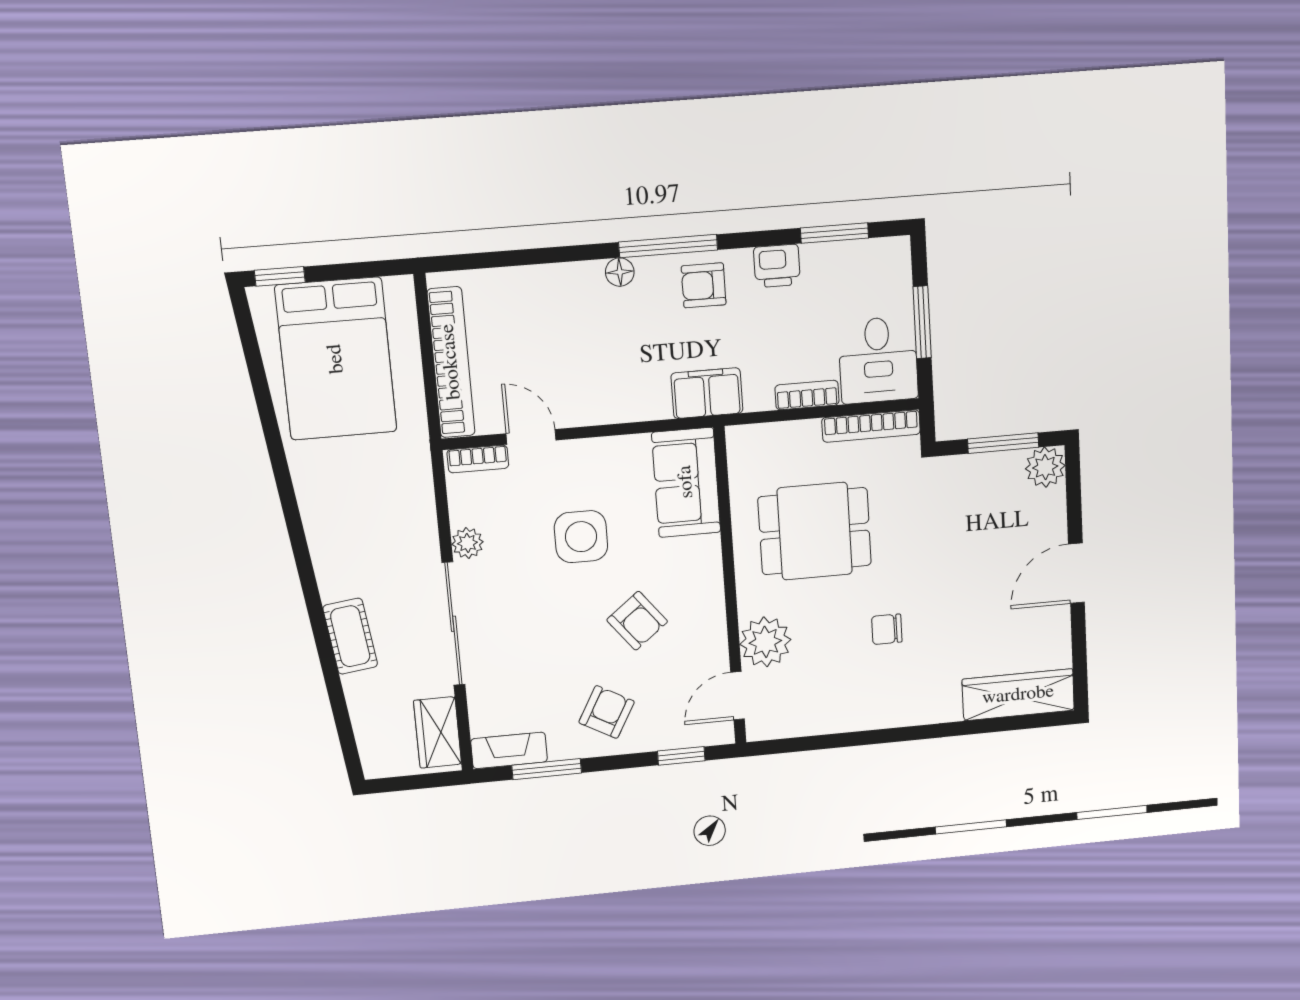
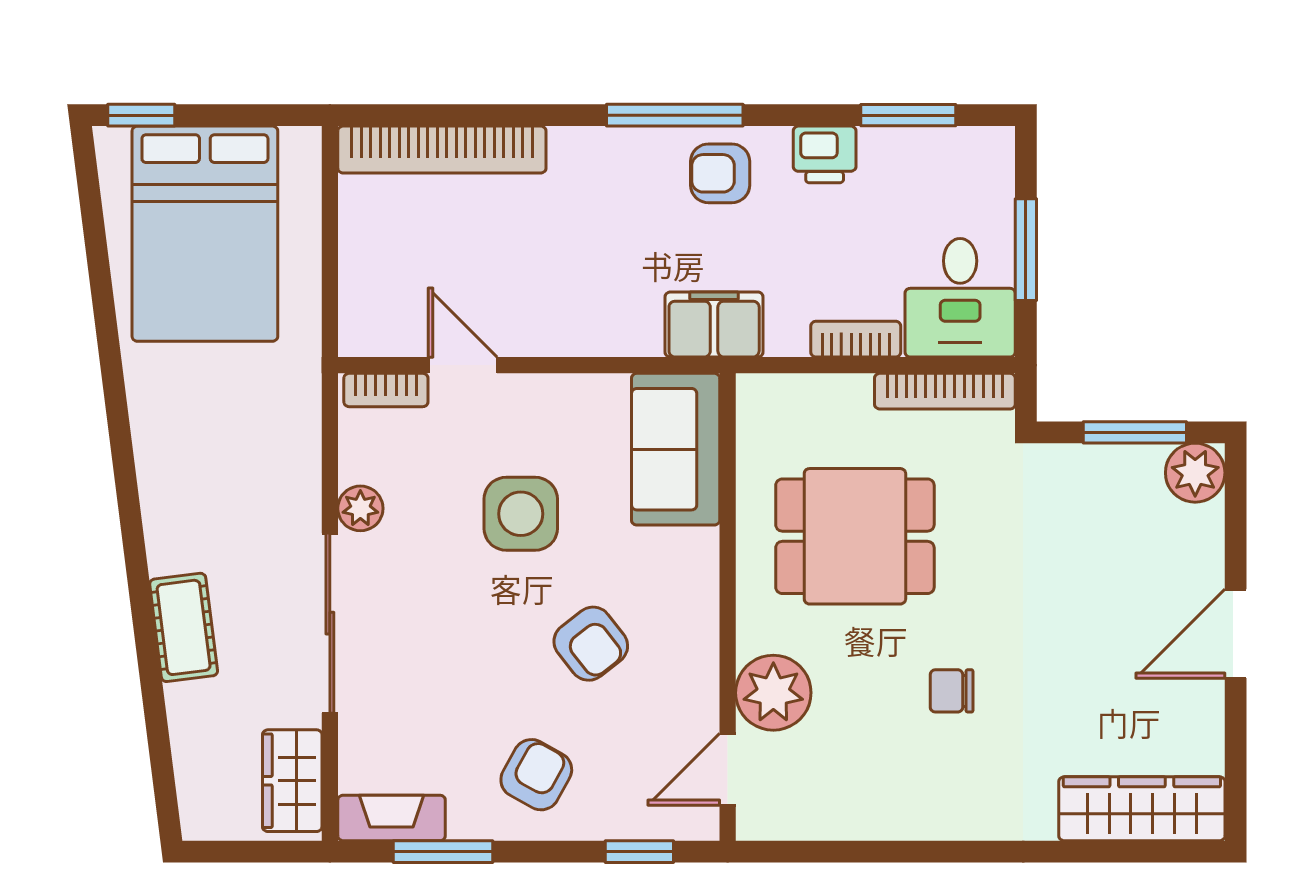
floor lamp: (620, 272) -> (605, 146), removed
bookcase: (451, 362) -> (442, 150), moved, turned 90

